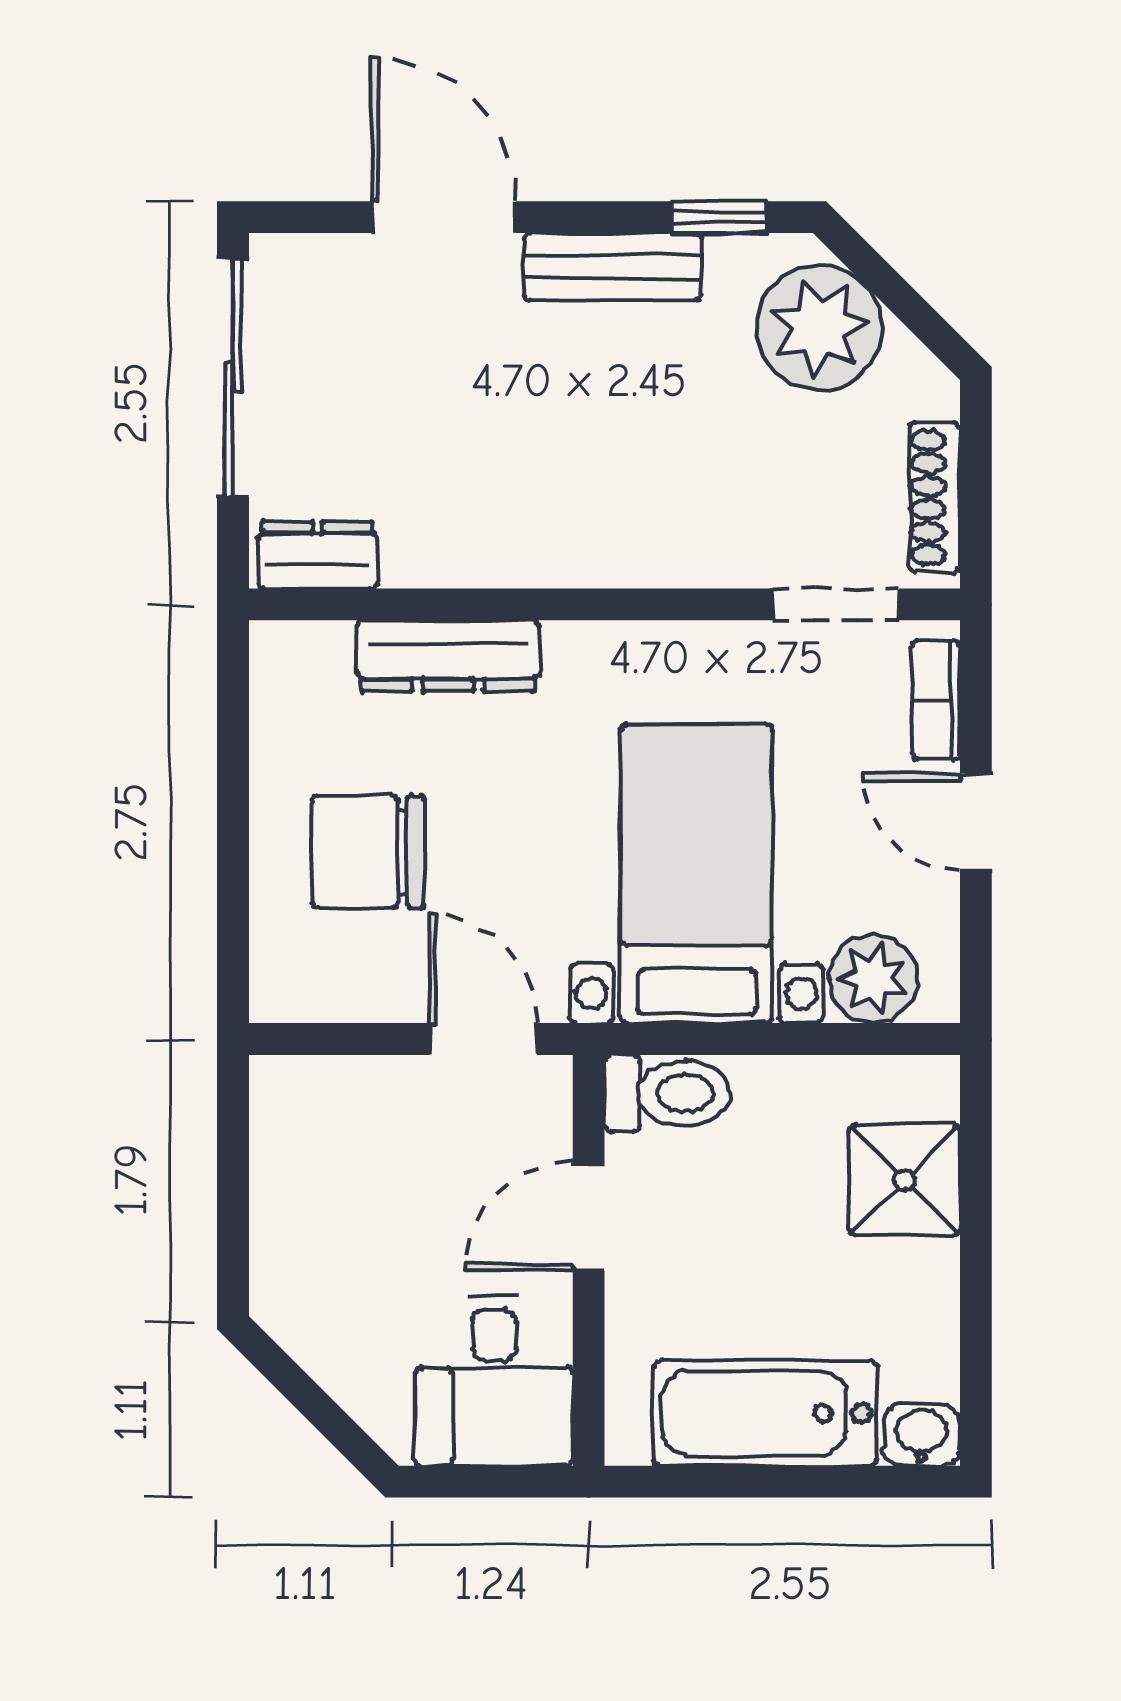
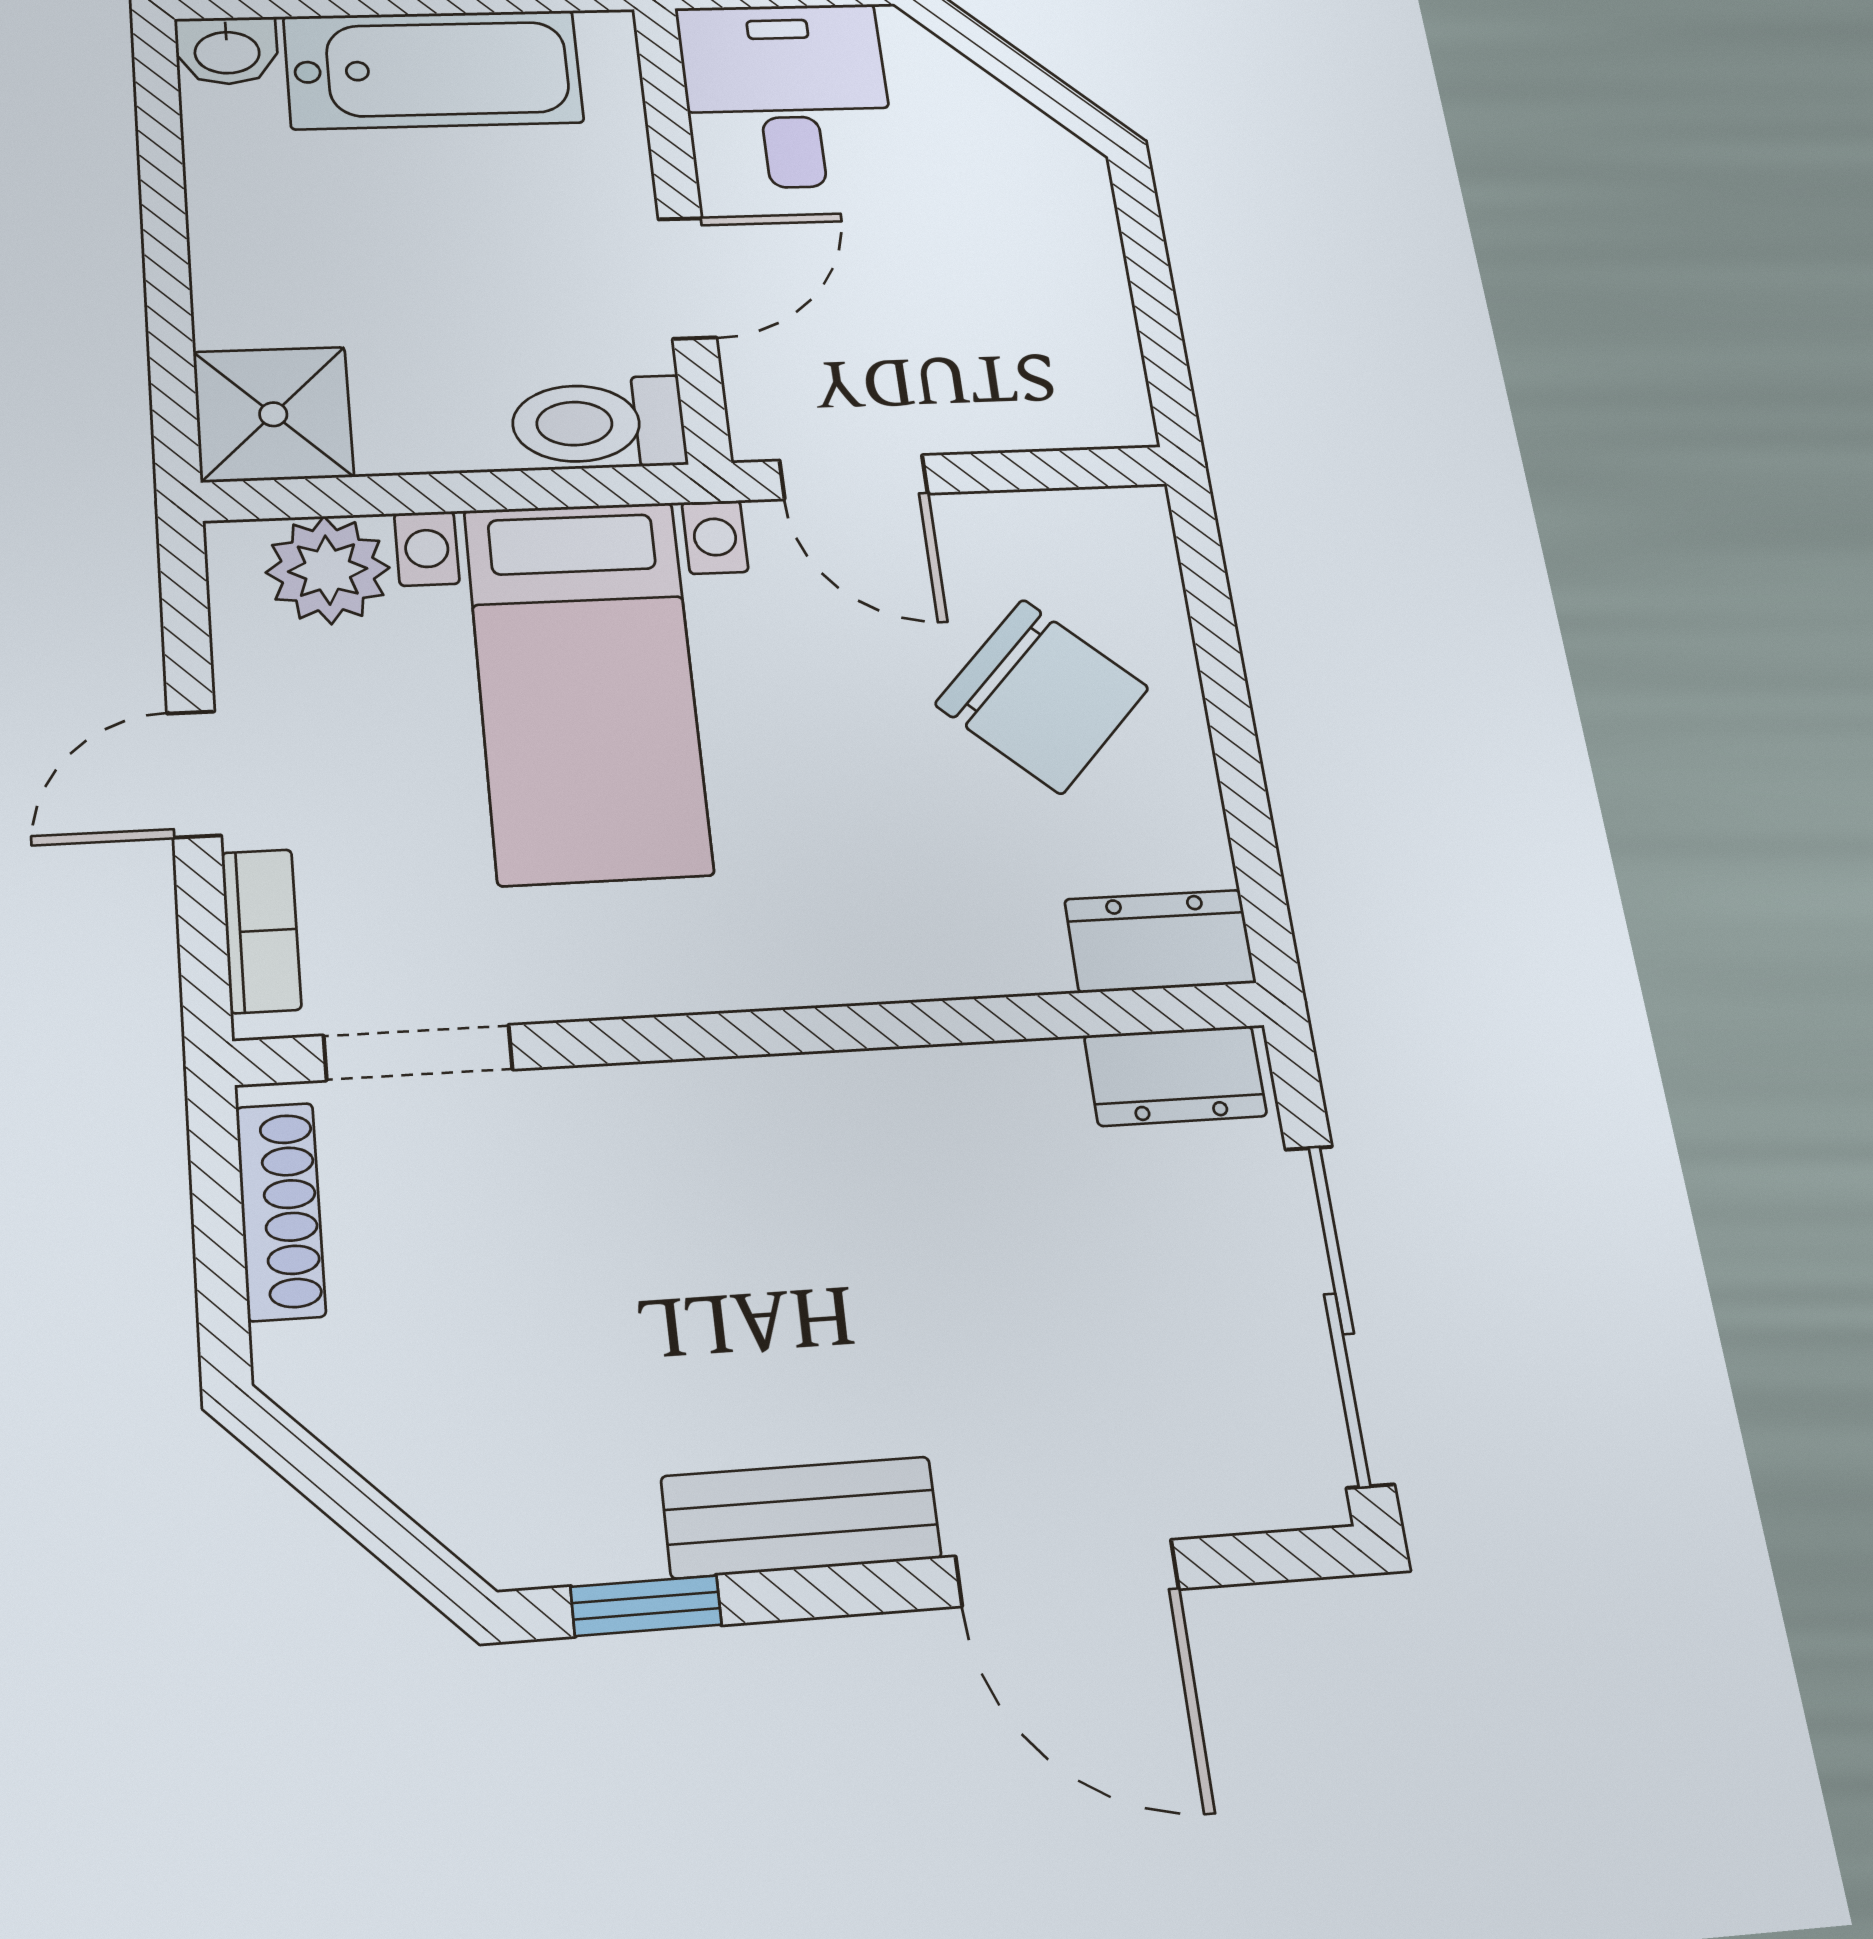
plant: (820, 328) -> (475, 1448), removed
dresser: (448, 656) -> (1160, 941), moved, width x0.70
door: (976, 822) -> (194, 774), swing flipped
chair: (369, 852) -> (1042, 696), turned 43
shower: (905, 1180) -> (273, 414), moved

